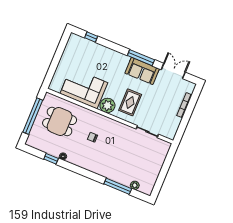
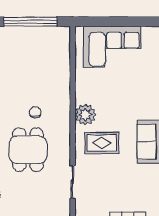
corner sofa: (84, 88) -> (112, 47), moved, turned 90
dining table: (60, 122) -> (28, 150), moved

